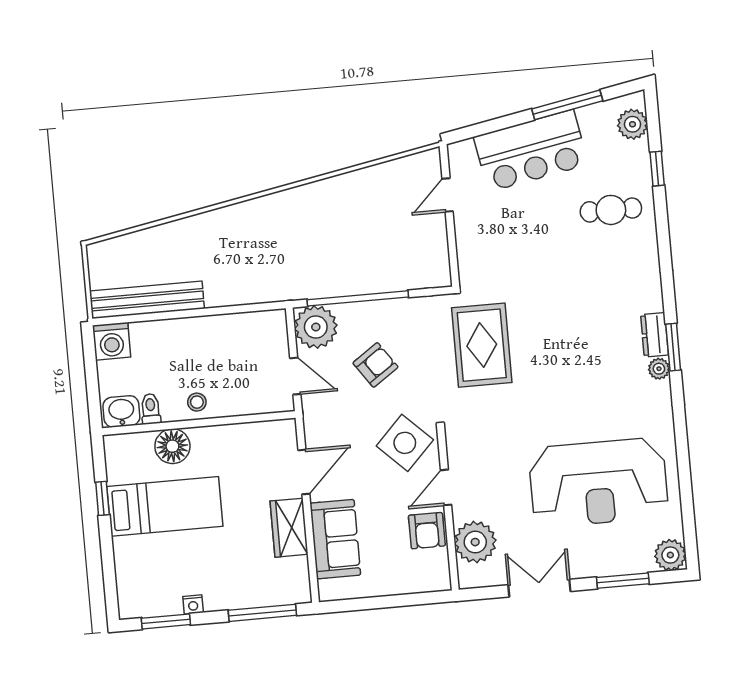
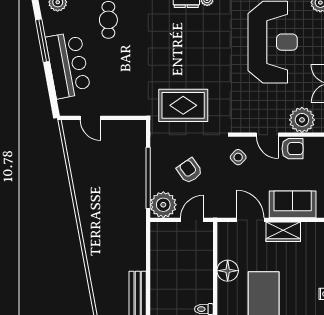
stool: (197, 402) -> (202, 281), removed
side table: (405, 443) -> (238, 157), width x0.54, depth x0.54
floor lamp: (172, 446) -> (228, 271), moved

